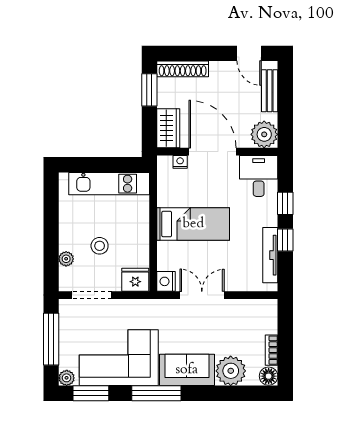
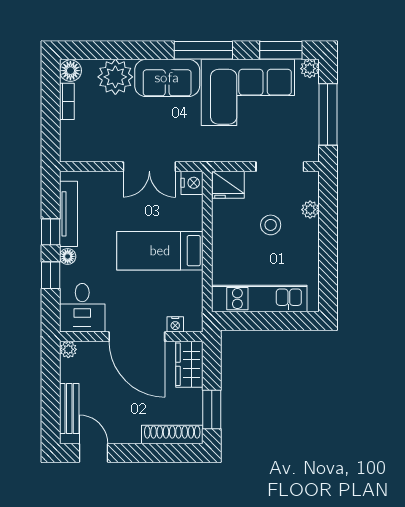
plant: (264, 134) -> (68, 349), width x0.53, depth x0.53
floor lamp: (271, 219) -> (68, 256), added

